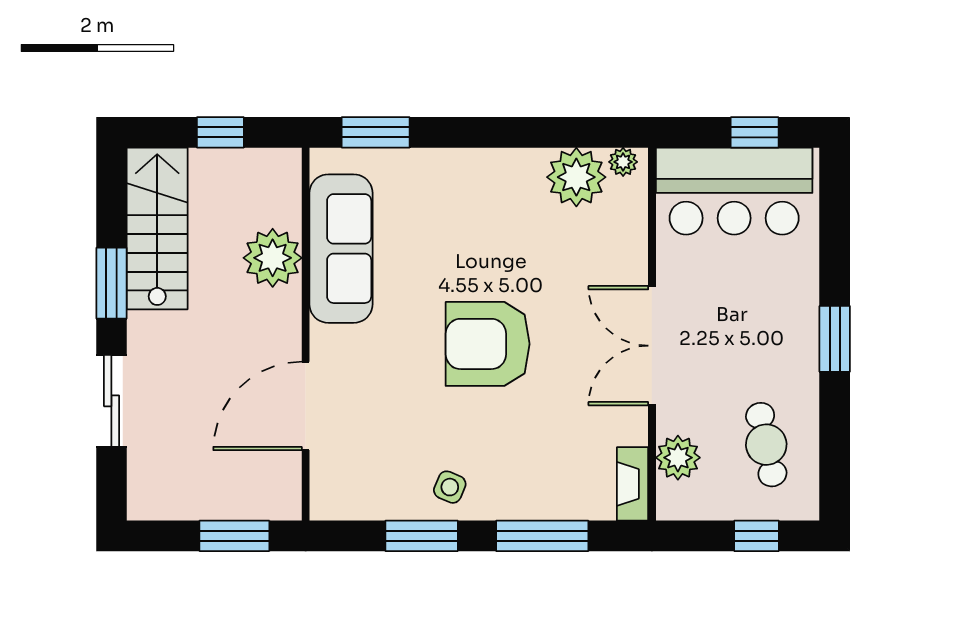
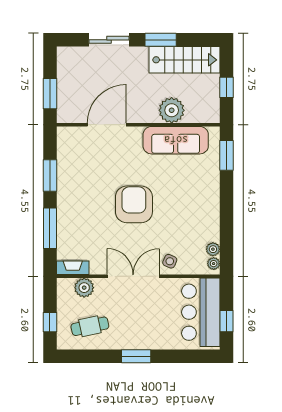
plant: (576, 177) -> (213, 249), width x0.53, depth x0.53
door: (306, 406) -> (107, 125), hinge flipped
side table: (450, 487) -> (170, 261), moved

